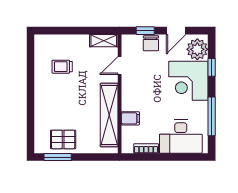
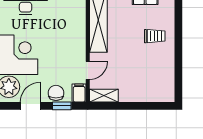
trolley: (62, 67) -> (155, 36), moved
filing cabinet: (130, 118) -> (79, 93), moved, turned 90

